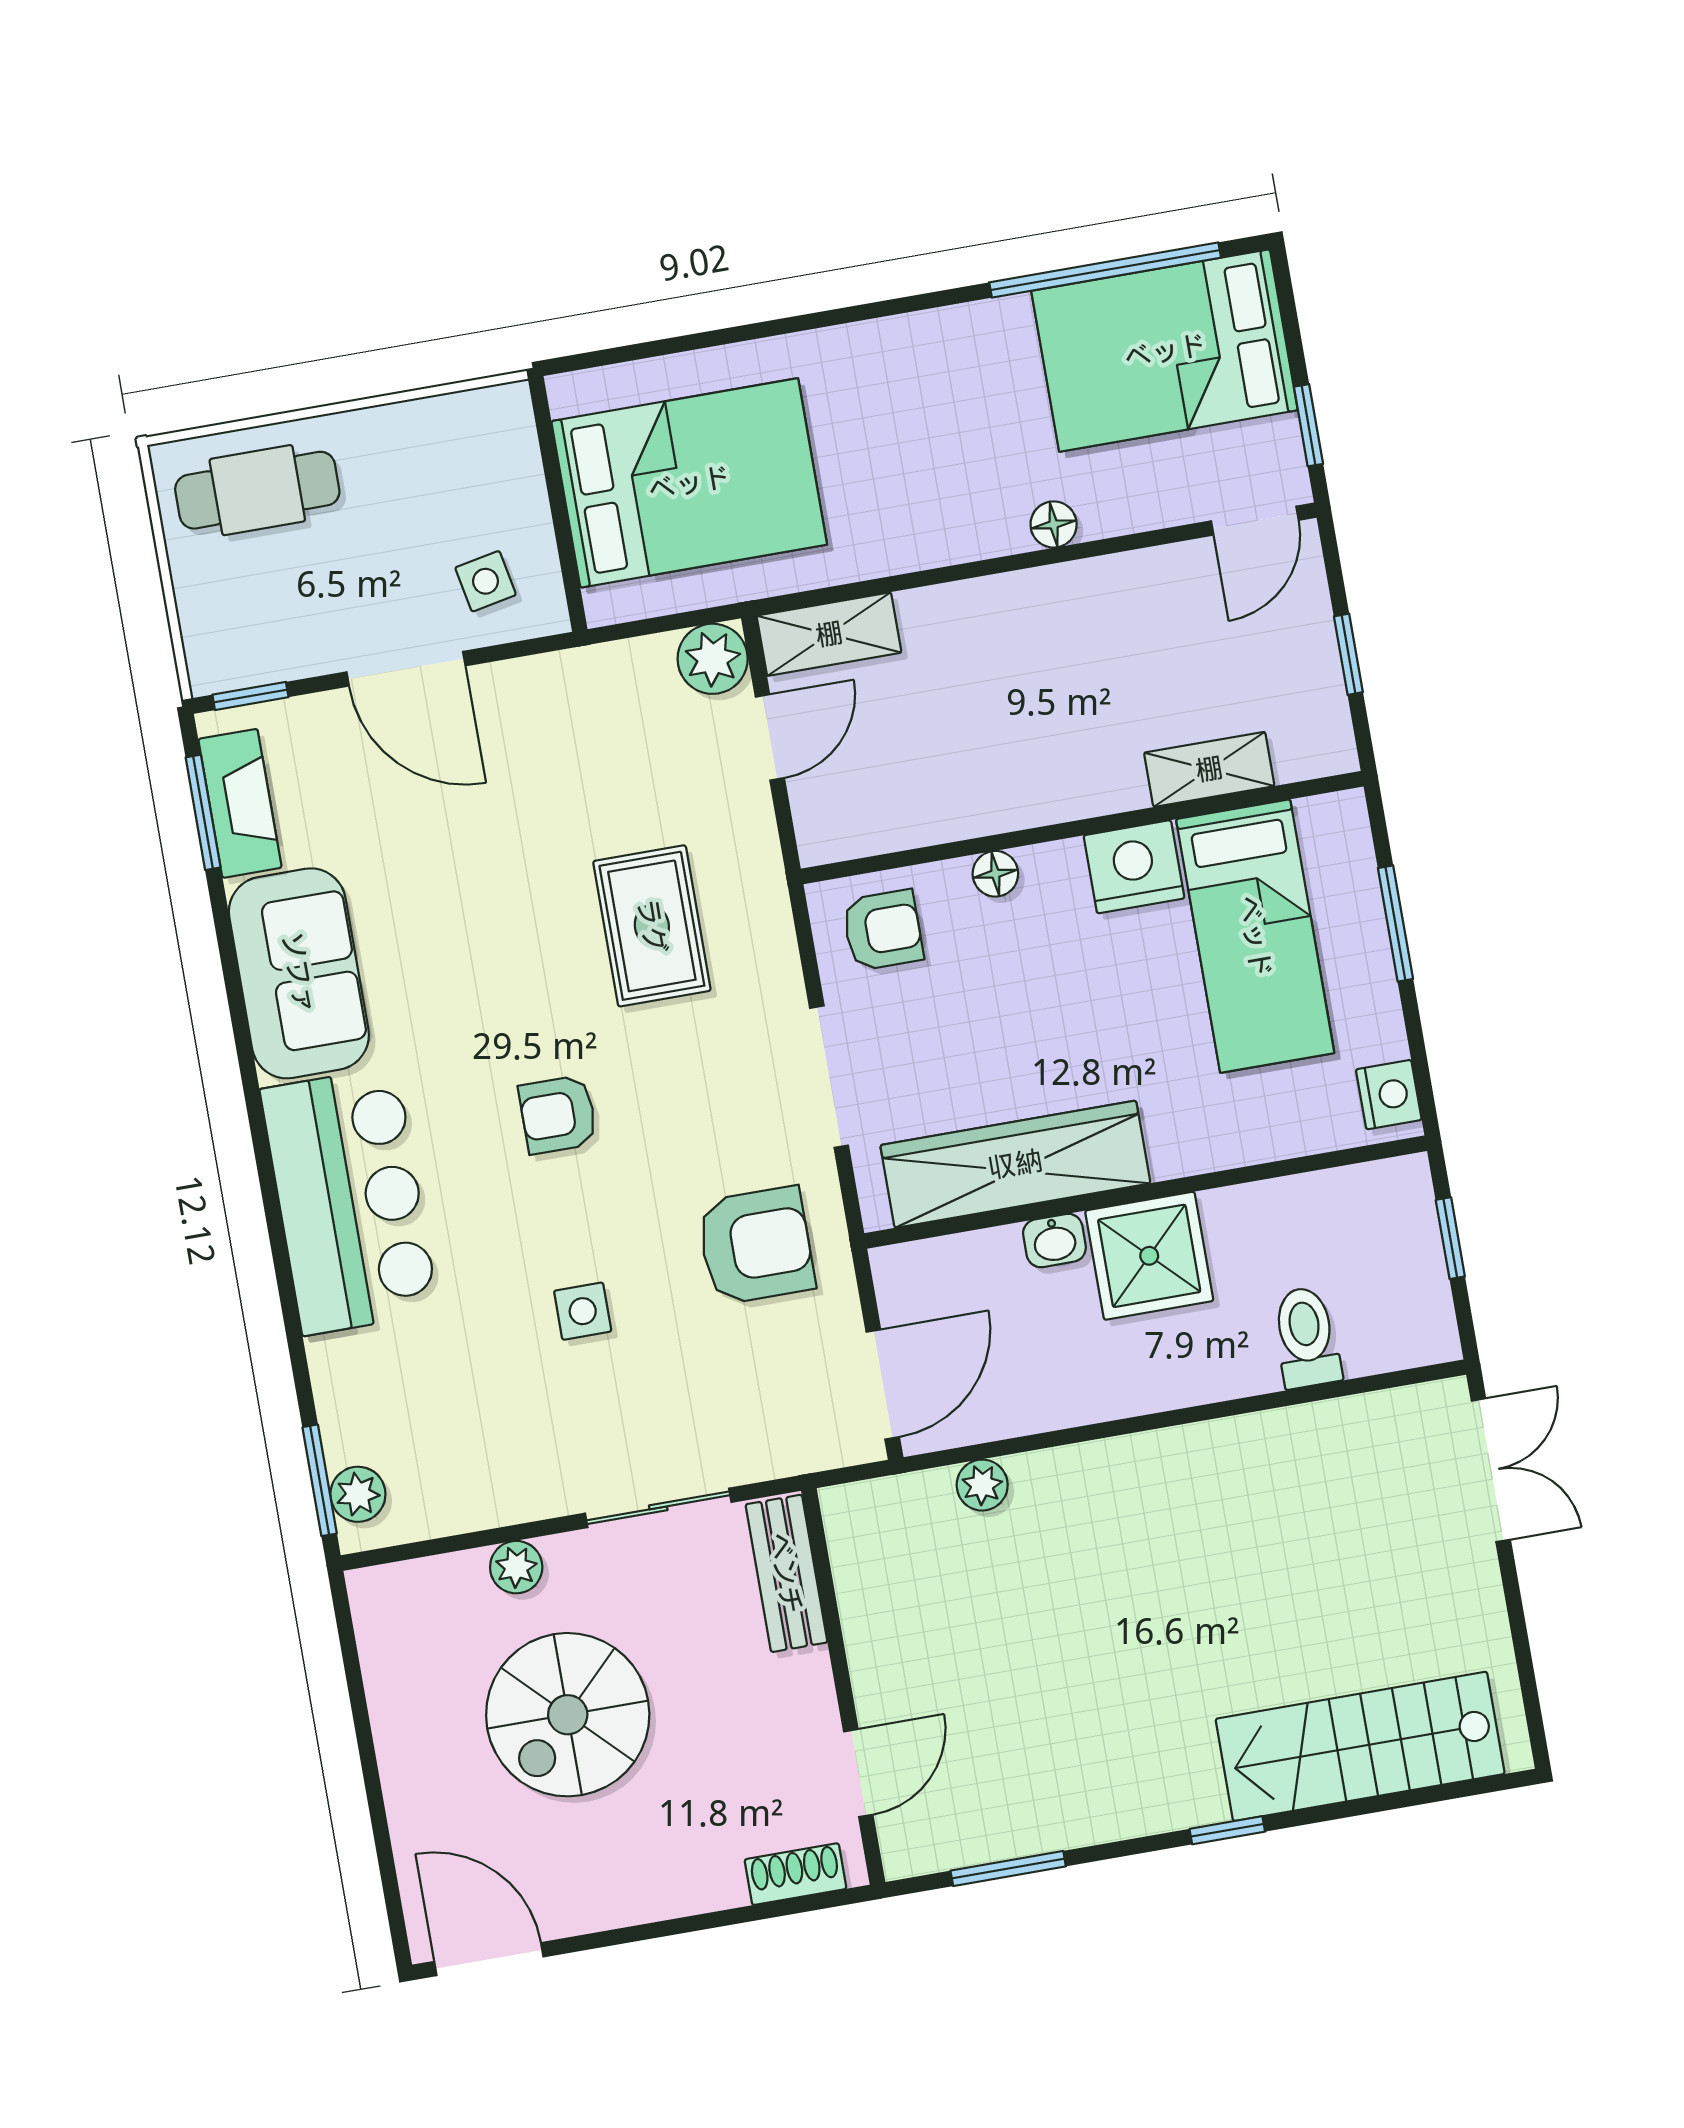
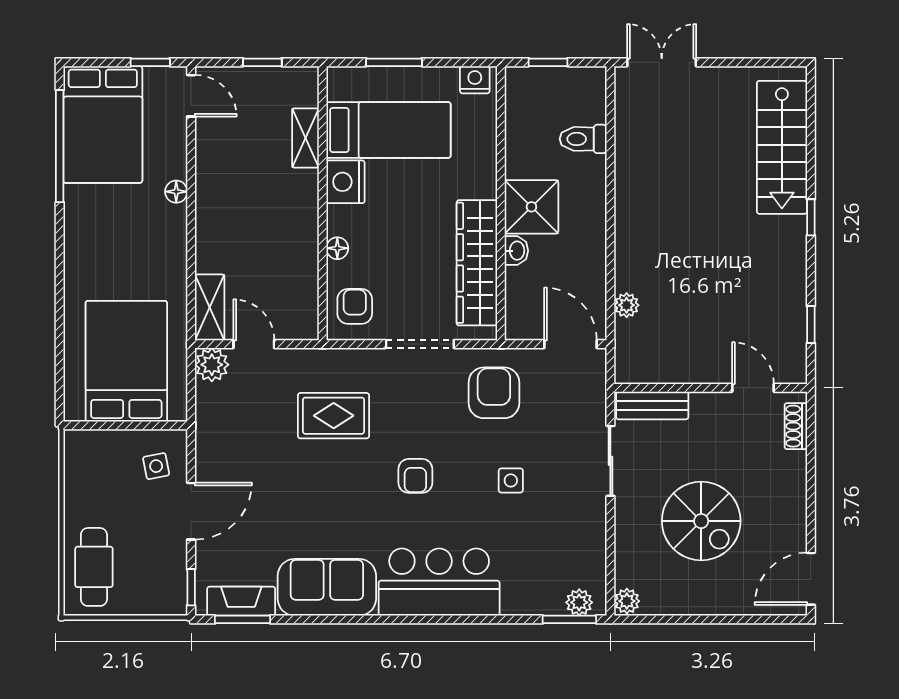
plant: (516, 1567) -> (627, 601), moved
window: (1008, 1868) -> (811, 325), width x0.67

